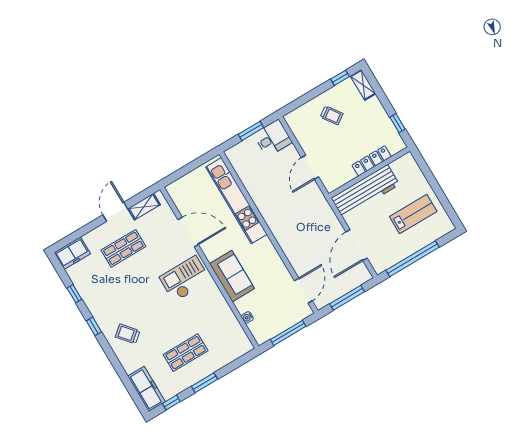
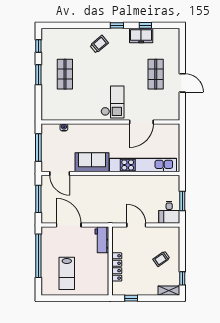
workbench: (365, 191) -> (102, 240), width x0.53, depth x0.76
shelving: (144, 207) -> (175, 103), removed
freezer: (72, 253) -> (141, 35), moved, turned -90
sofa: (232, 276) -> (92, 162), moved, turned 180
freezer: (147, 389) -> (57, 35), removed

